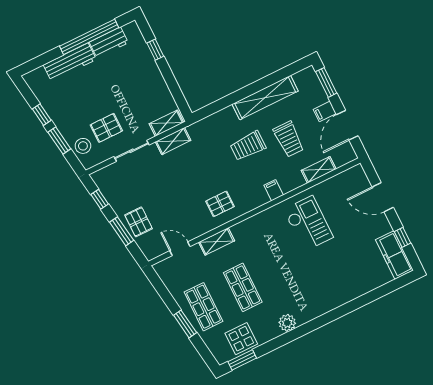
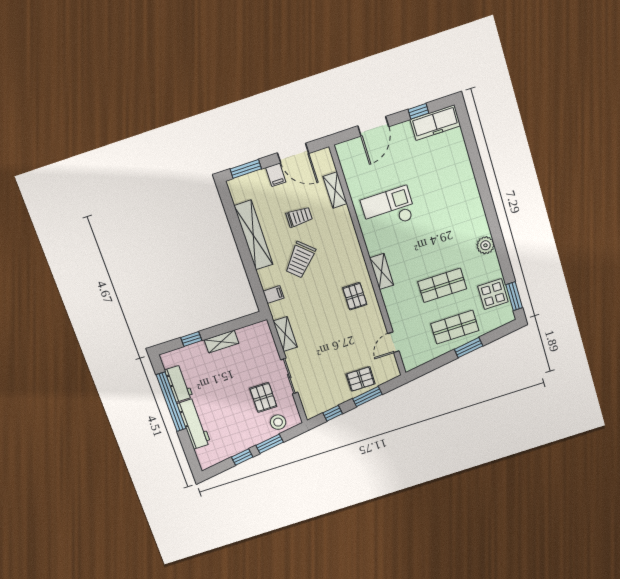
shelving: (166, 123) -> (221, 342), moved, turned 90
trolley: (289, 139) -> (299, 217), width x0.73, depth x0.72
trolley: (248, 146) -> (300, 260), turned 42
filing cabinet: (274, 190) -> (273, 295), moved, turned 180
shelving: (217, 242) -> (382, 271), moved

